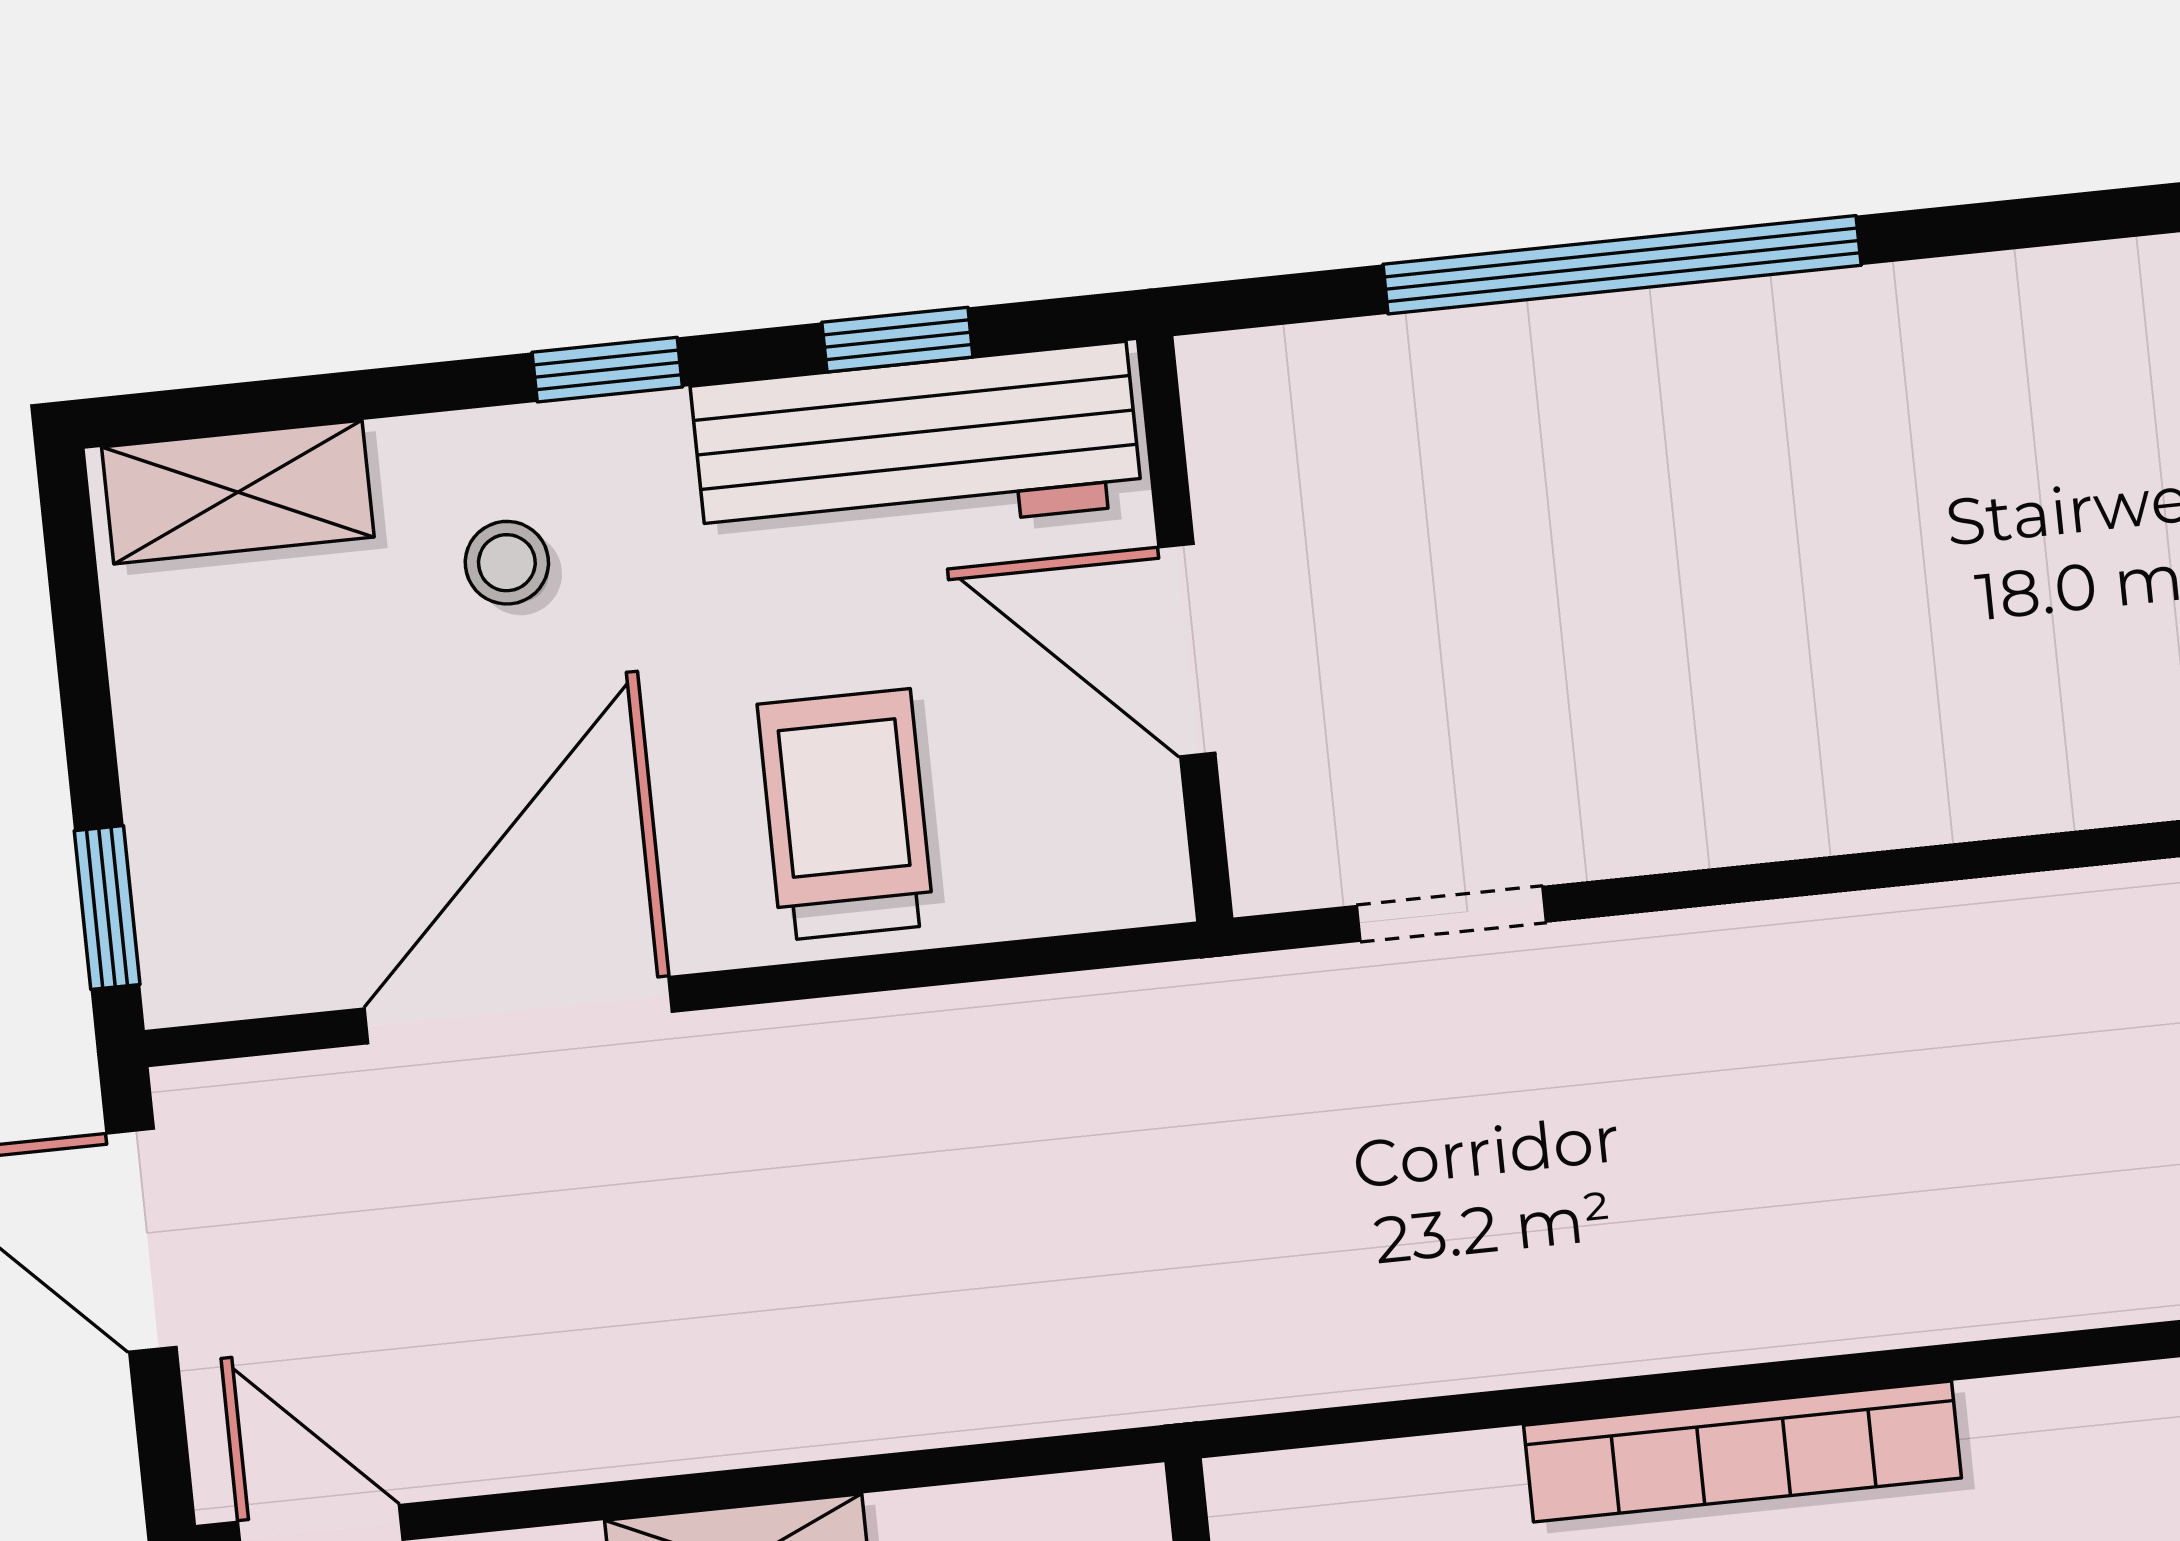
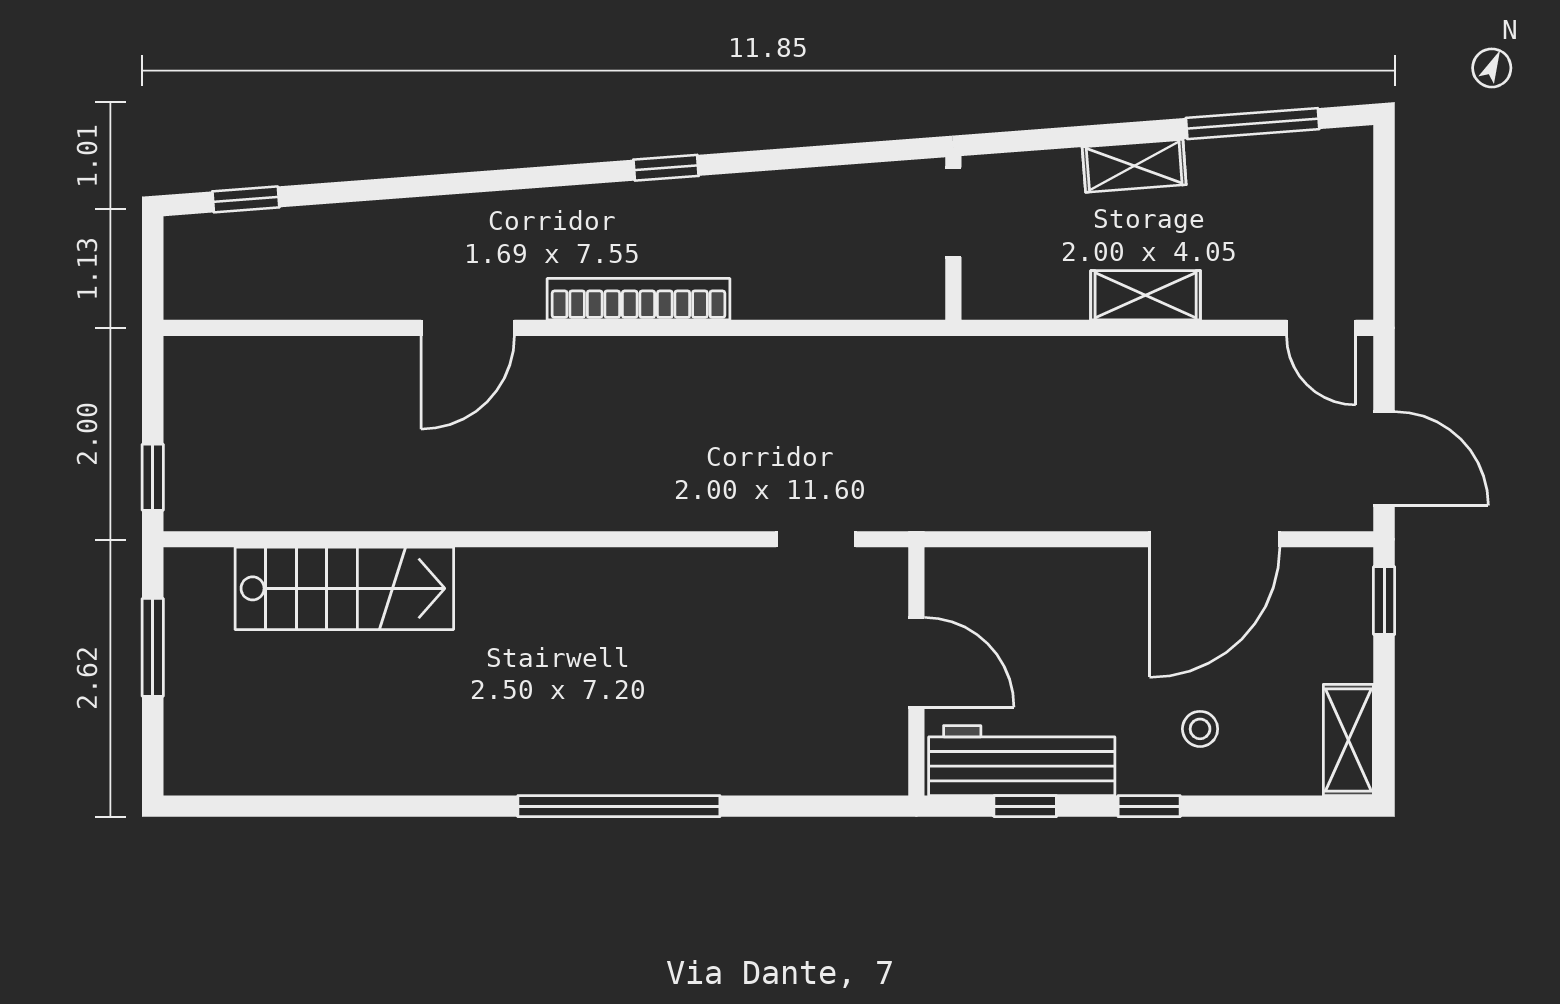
window: (1622, 265) -> (619, 806), moved
shelving: (238, 492) -> (1348, 740), moved, turned 90
trolley: (846, 815) -> (1068, 608), removed
bookcase: (1742, 1452) -> (639, 299), moved

